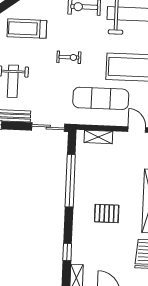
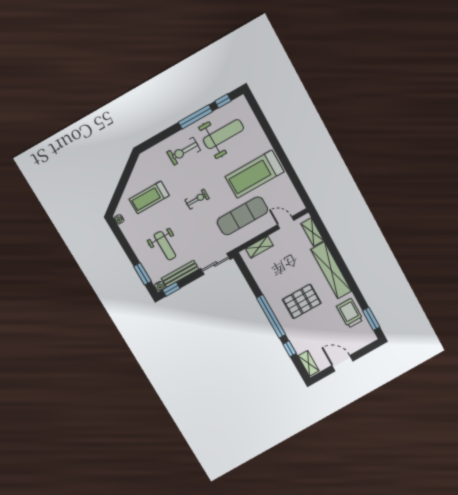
window: (70, 181) -> (271, 316), moved
pallet: (107, 213) -> (302, 301), width x1.50, depth x1.42

